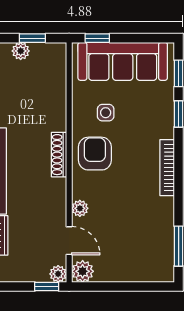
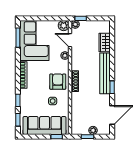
armchair: (95, 154) -> (58, 82), turned 180
corner sofa: (144, 240) -> (34, 41), added

